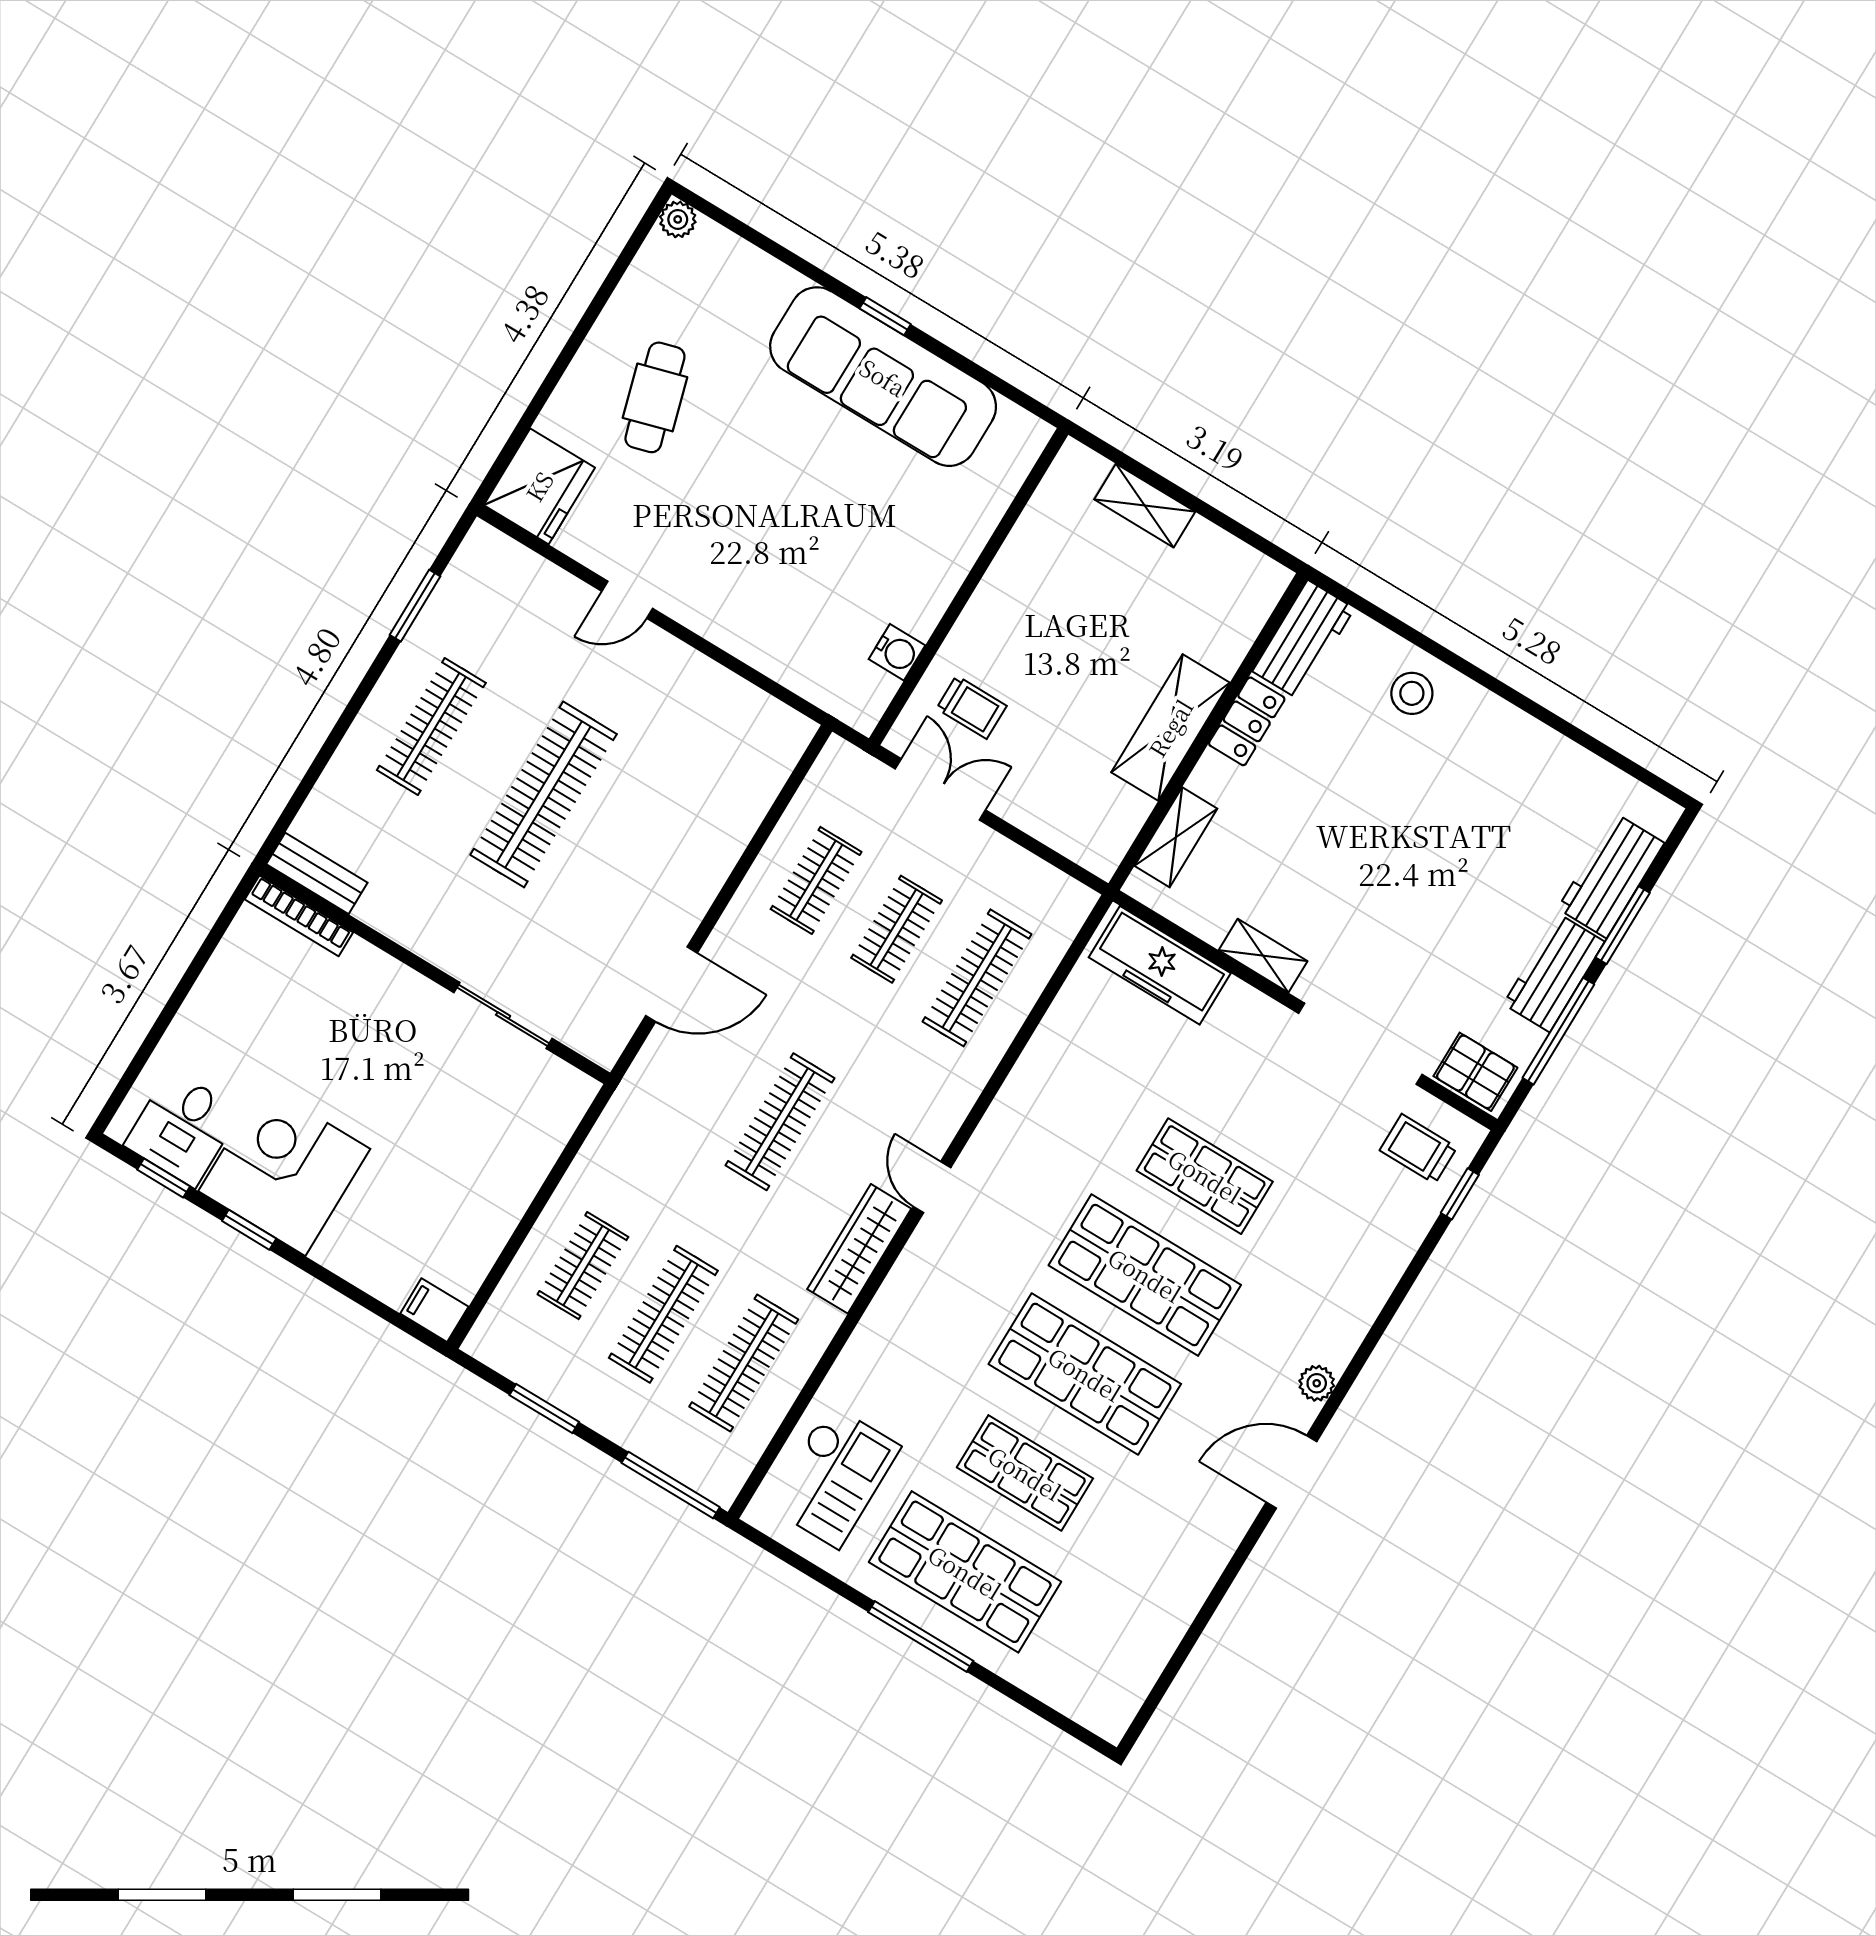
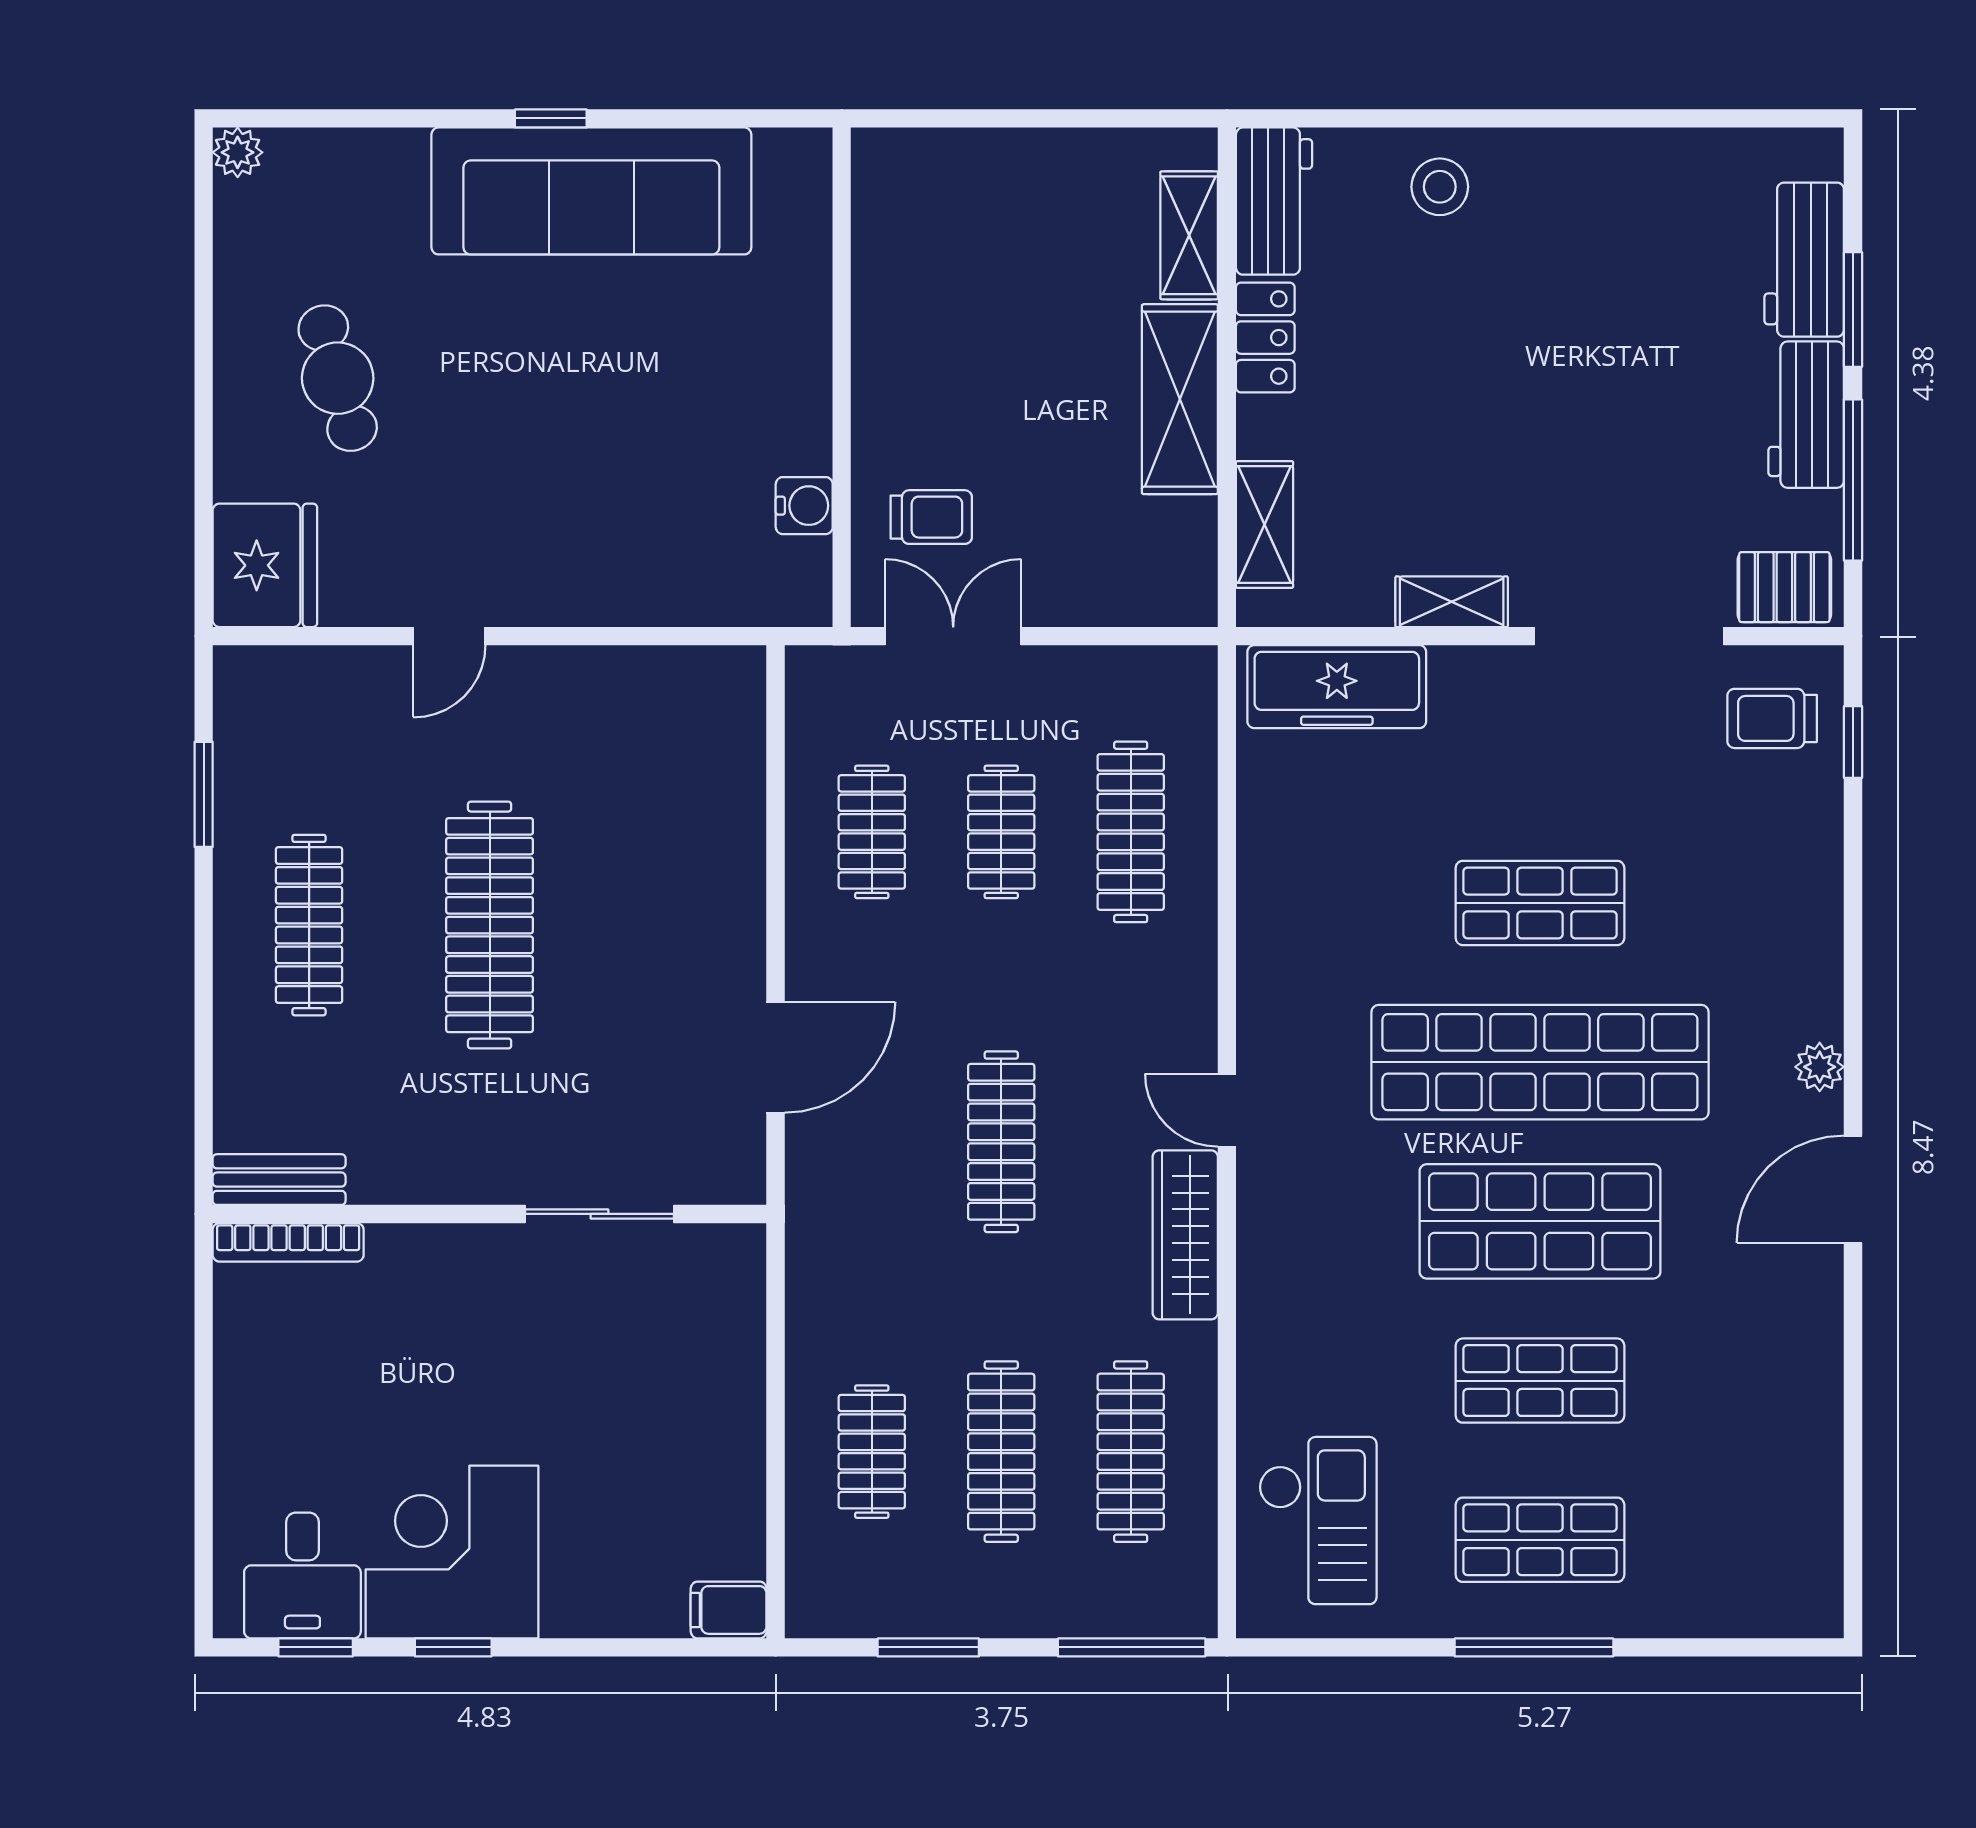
shelving: (1145, 506) -> (1189, 235), moved, turned 90
shop shelf: (1145, 1275) -> (1540, 1062), width x1.40
shop shelf: (965, 1572) -> (1540, 1540), width x0.70, depth x0.74

